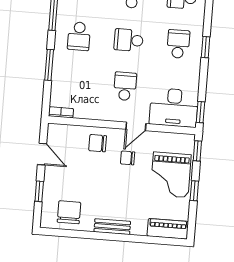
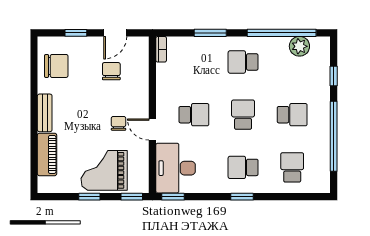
school desk: (178, 44) -> (243, 167), turned 180
chair: (98, 143) -> (111, 71), moved
piano: (168, 229) -> (47, 154), moved

